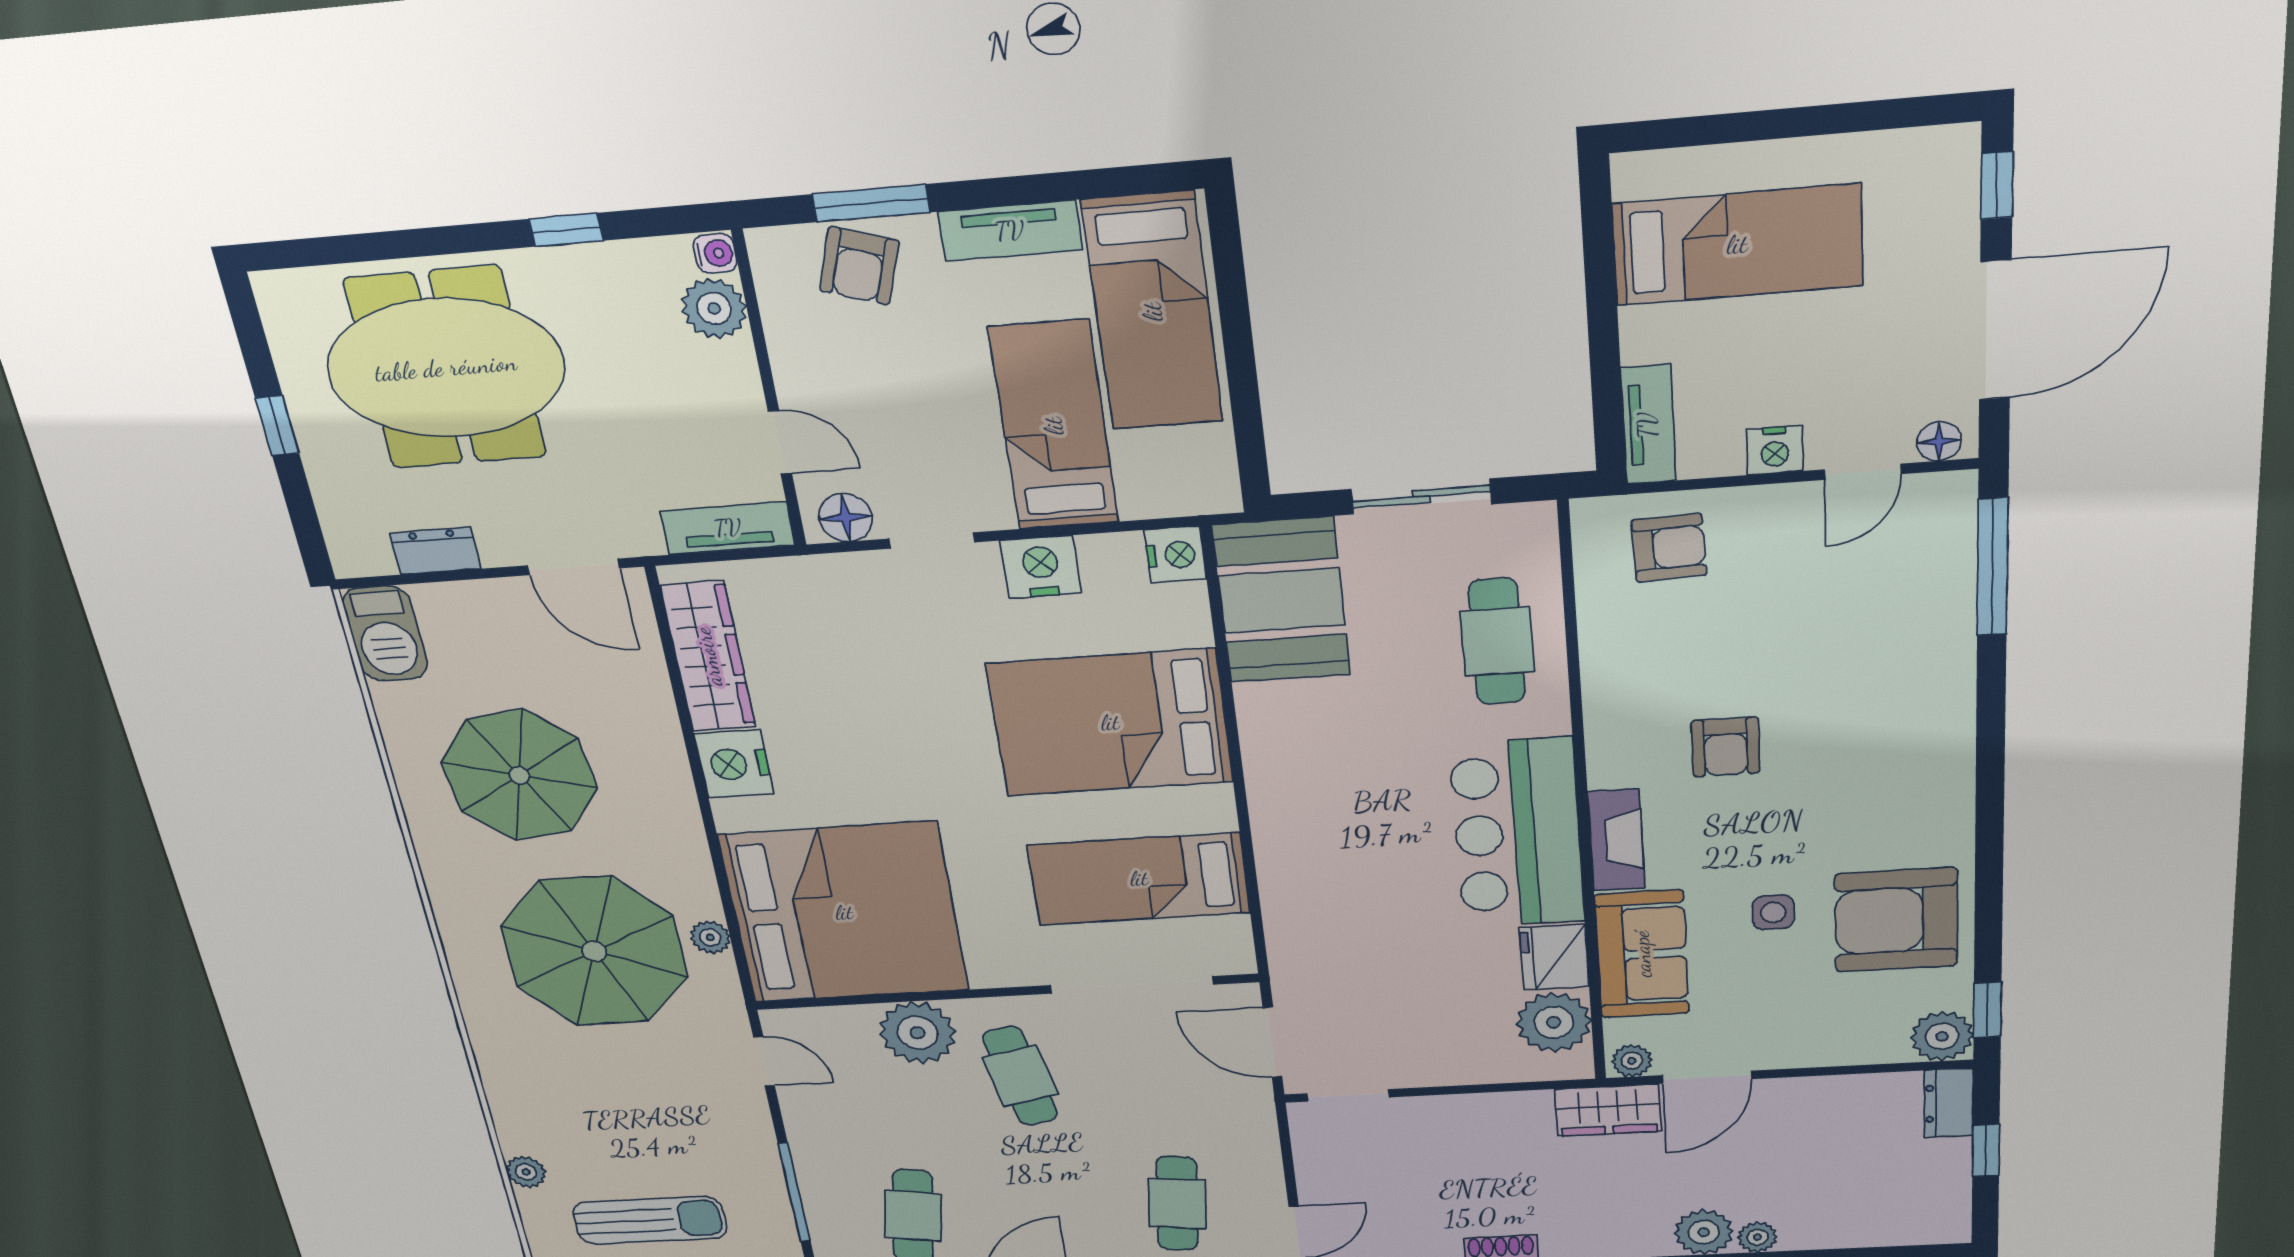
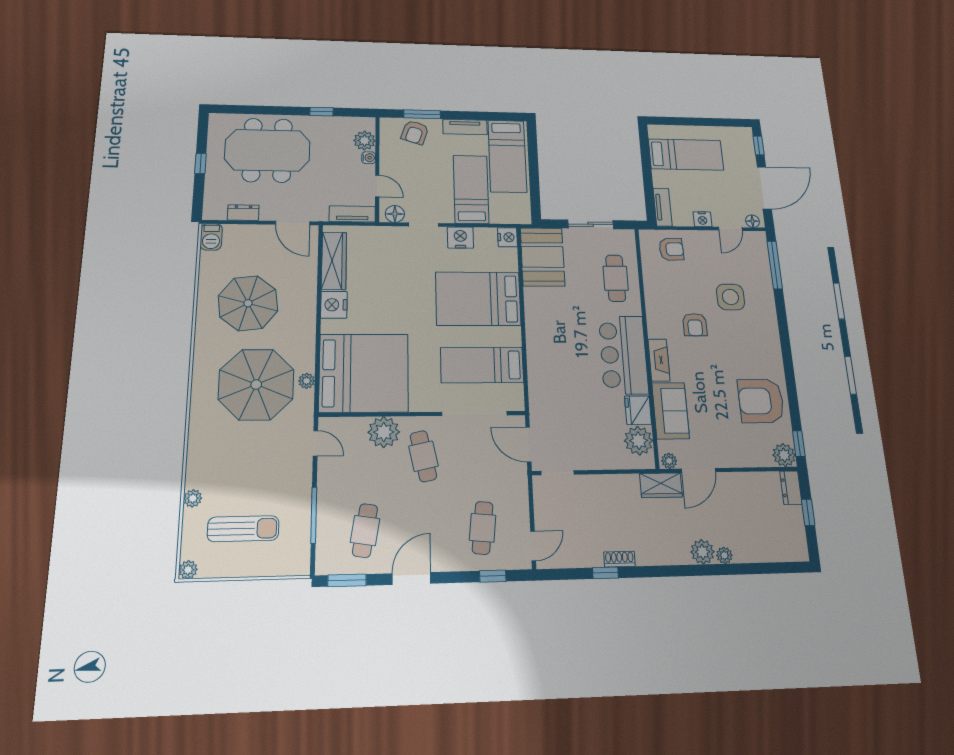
water cooler: (715, 253) -> (369, 158), moved
barbecue: (385, 634) -> (211, 237), width x0.73, depth x0.79
side table: (1773, 912) -> (730, 297), moved, width x1.87, depth x1.87

